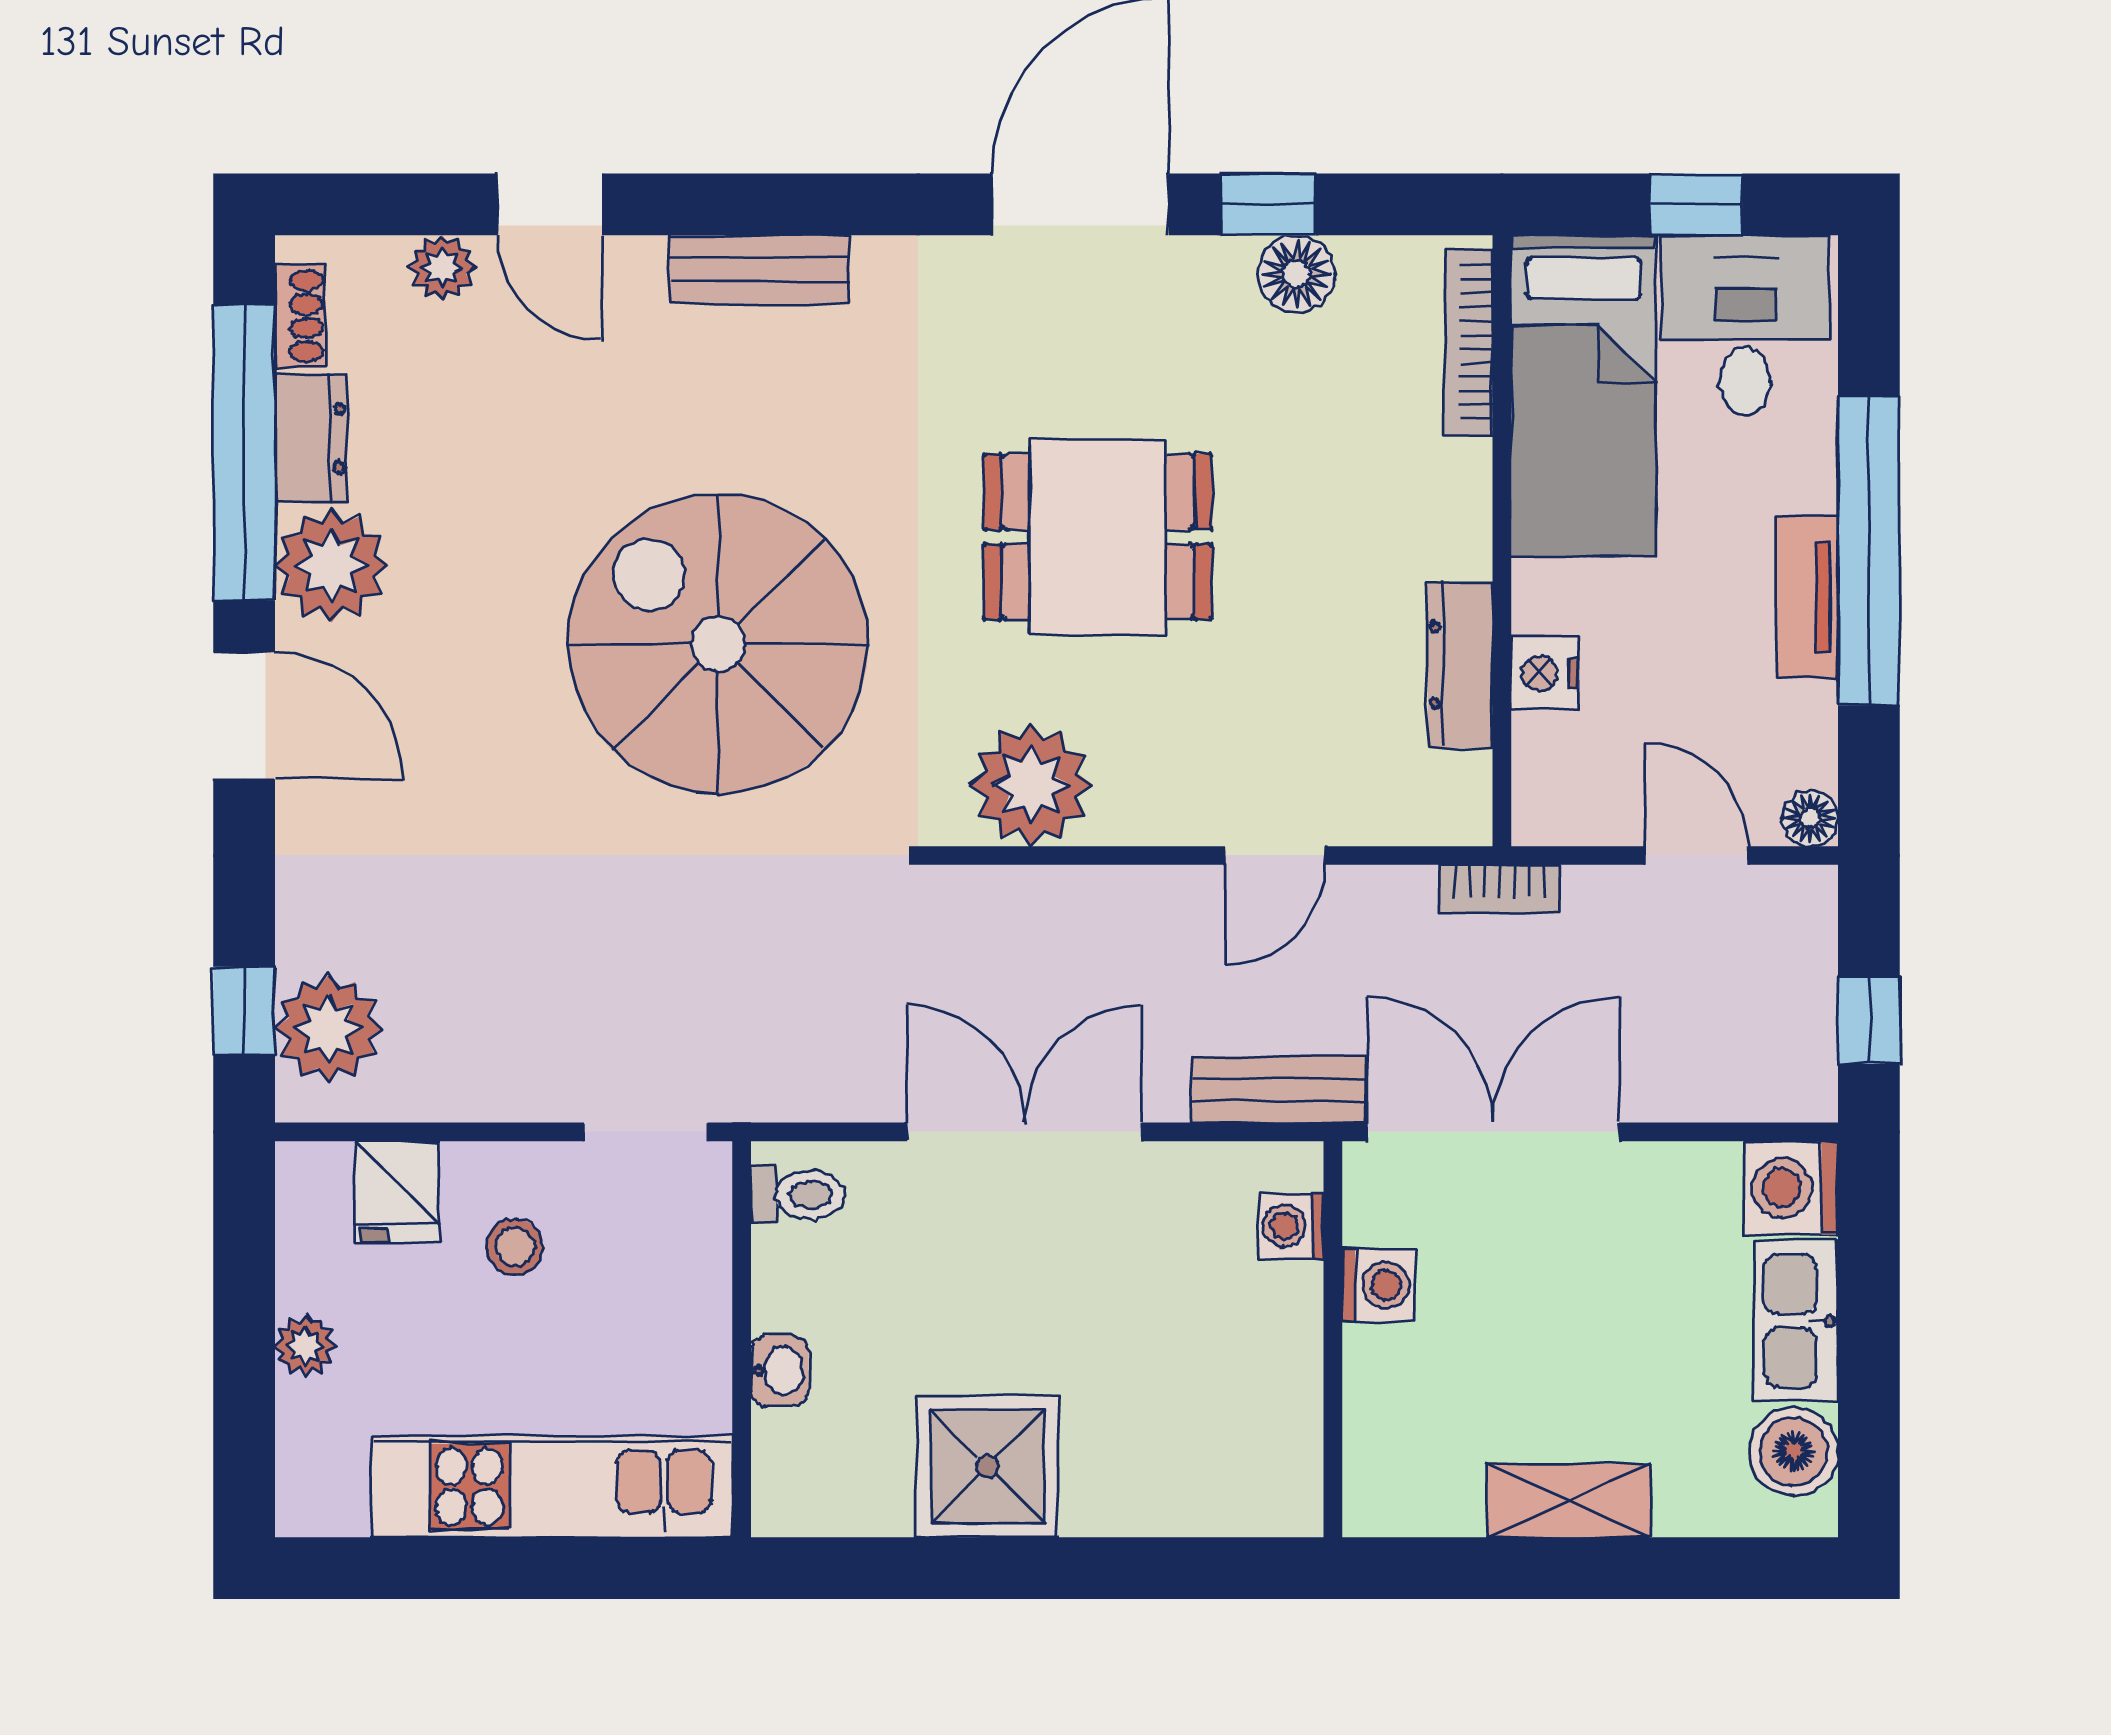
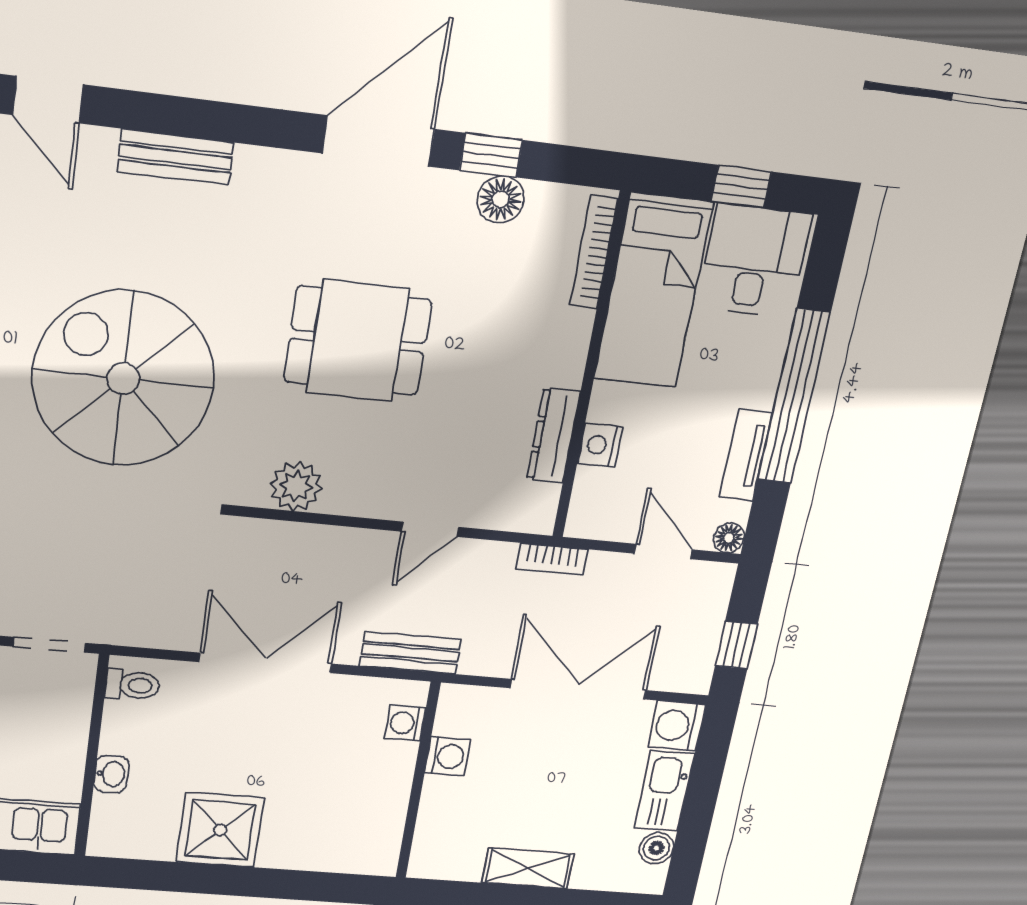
tv unit: (1807, 597) -> (746, 455), moved
plant: (1031, 785) -> (296, 486), width x0.73, depth x0.73
double door: (1493, 1132) -> (578, 689), moved
boiler: (1794, 1452) -> (656, 848), width x0.73, depth x0.73

